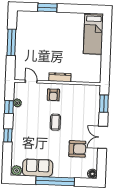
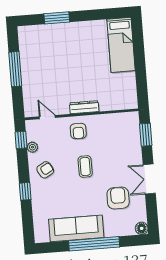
window: (9, 107) -> (21, 140), moved
armchair: (25, 121) -> (45, 170), added
armchair: (77, 149) -> (118, 198), turned -90
sofa: (38, 168) -> (76, 228), width x1.36
plant: (17, 171) -> (42, 236), removed

